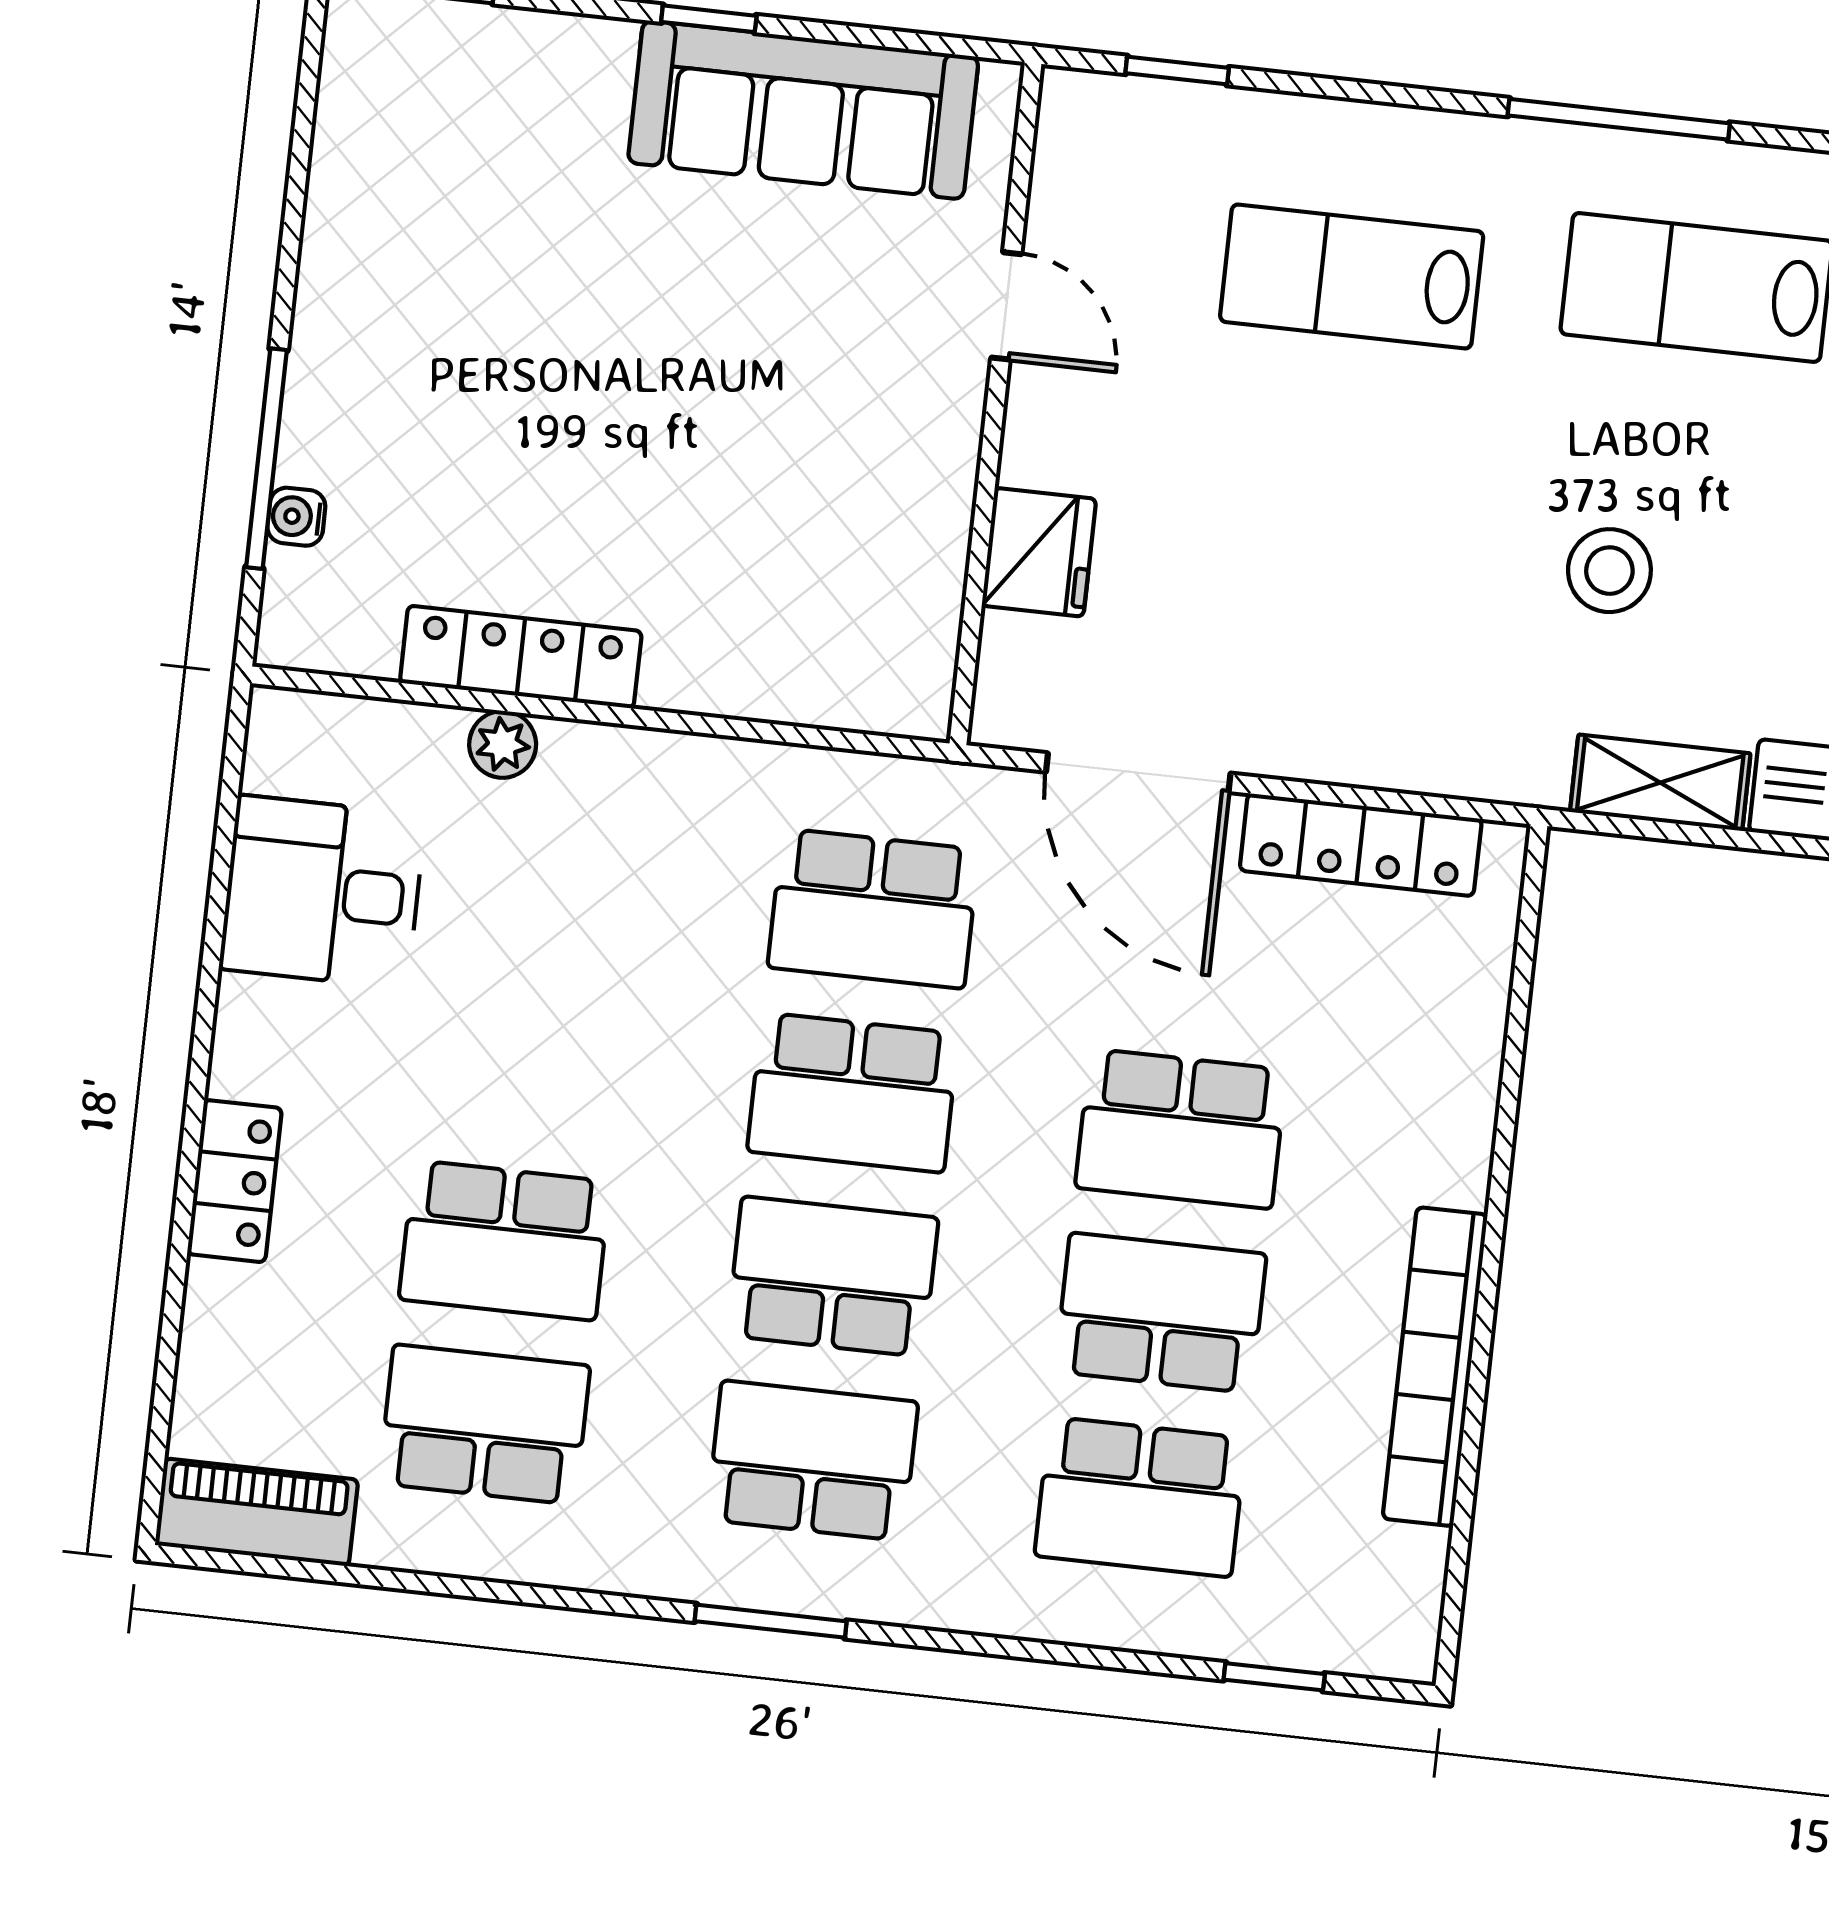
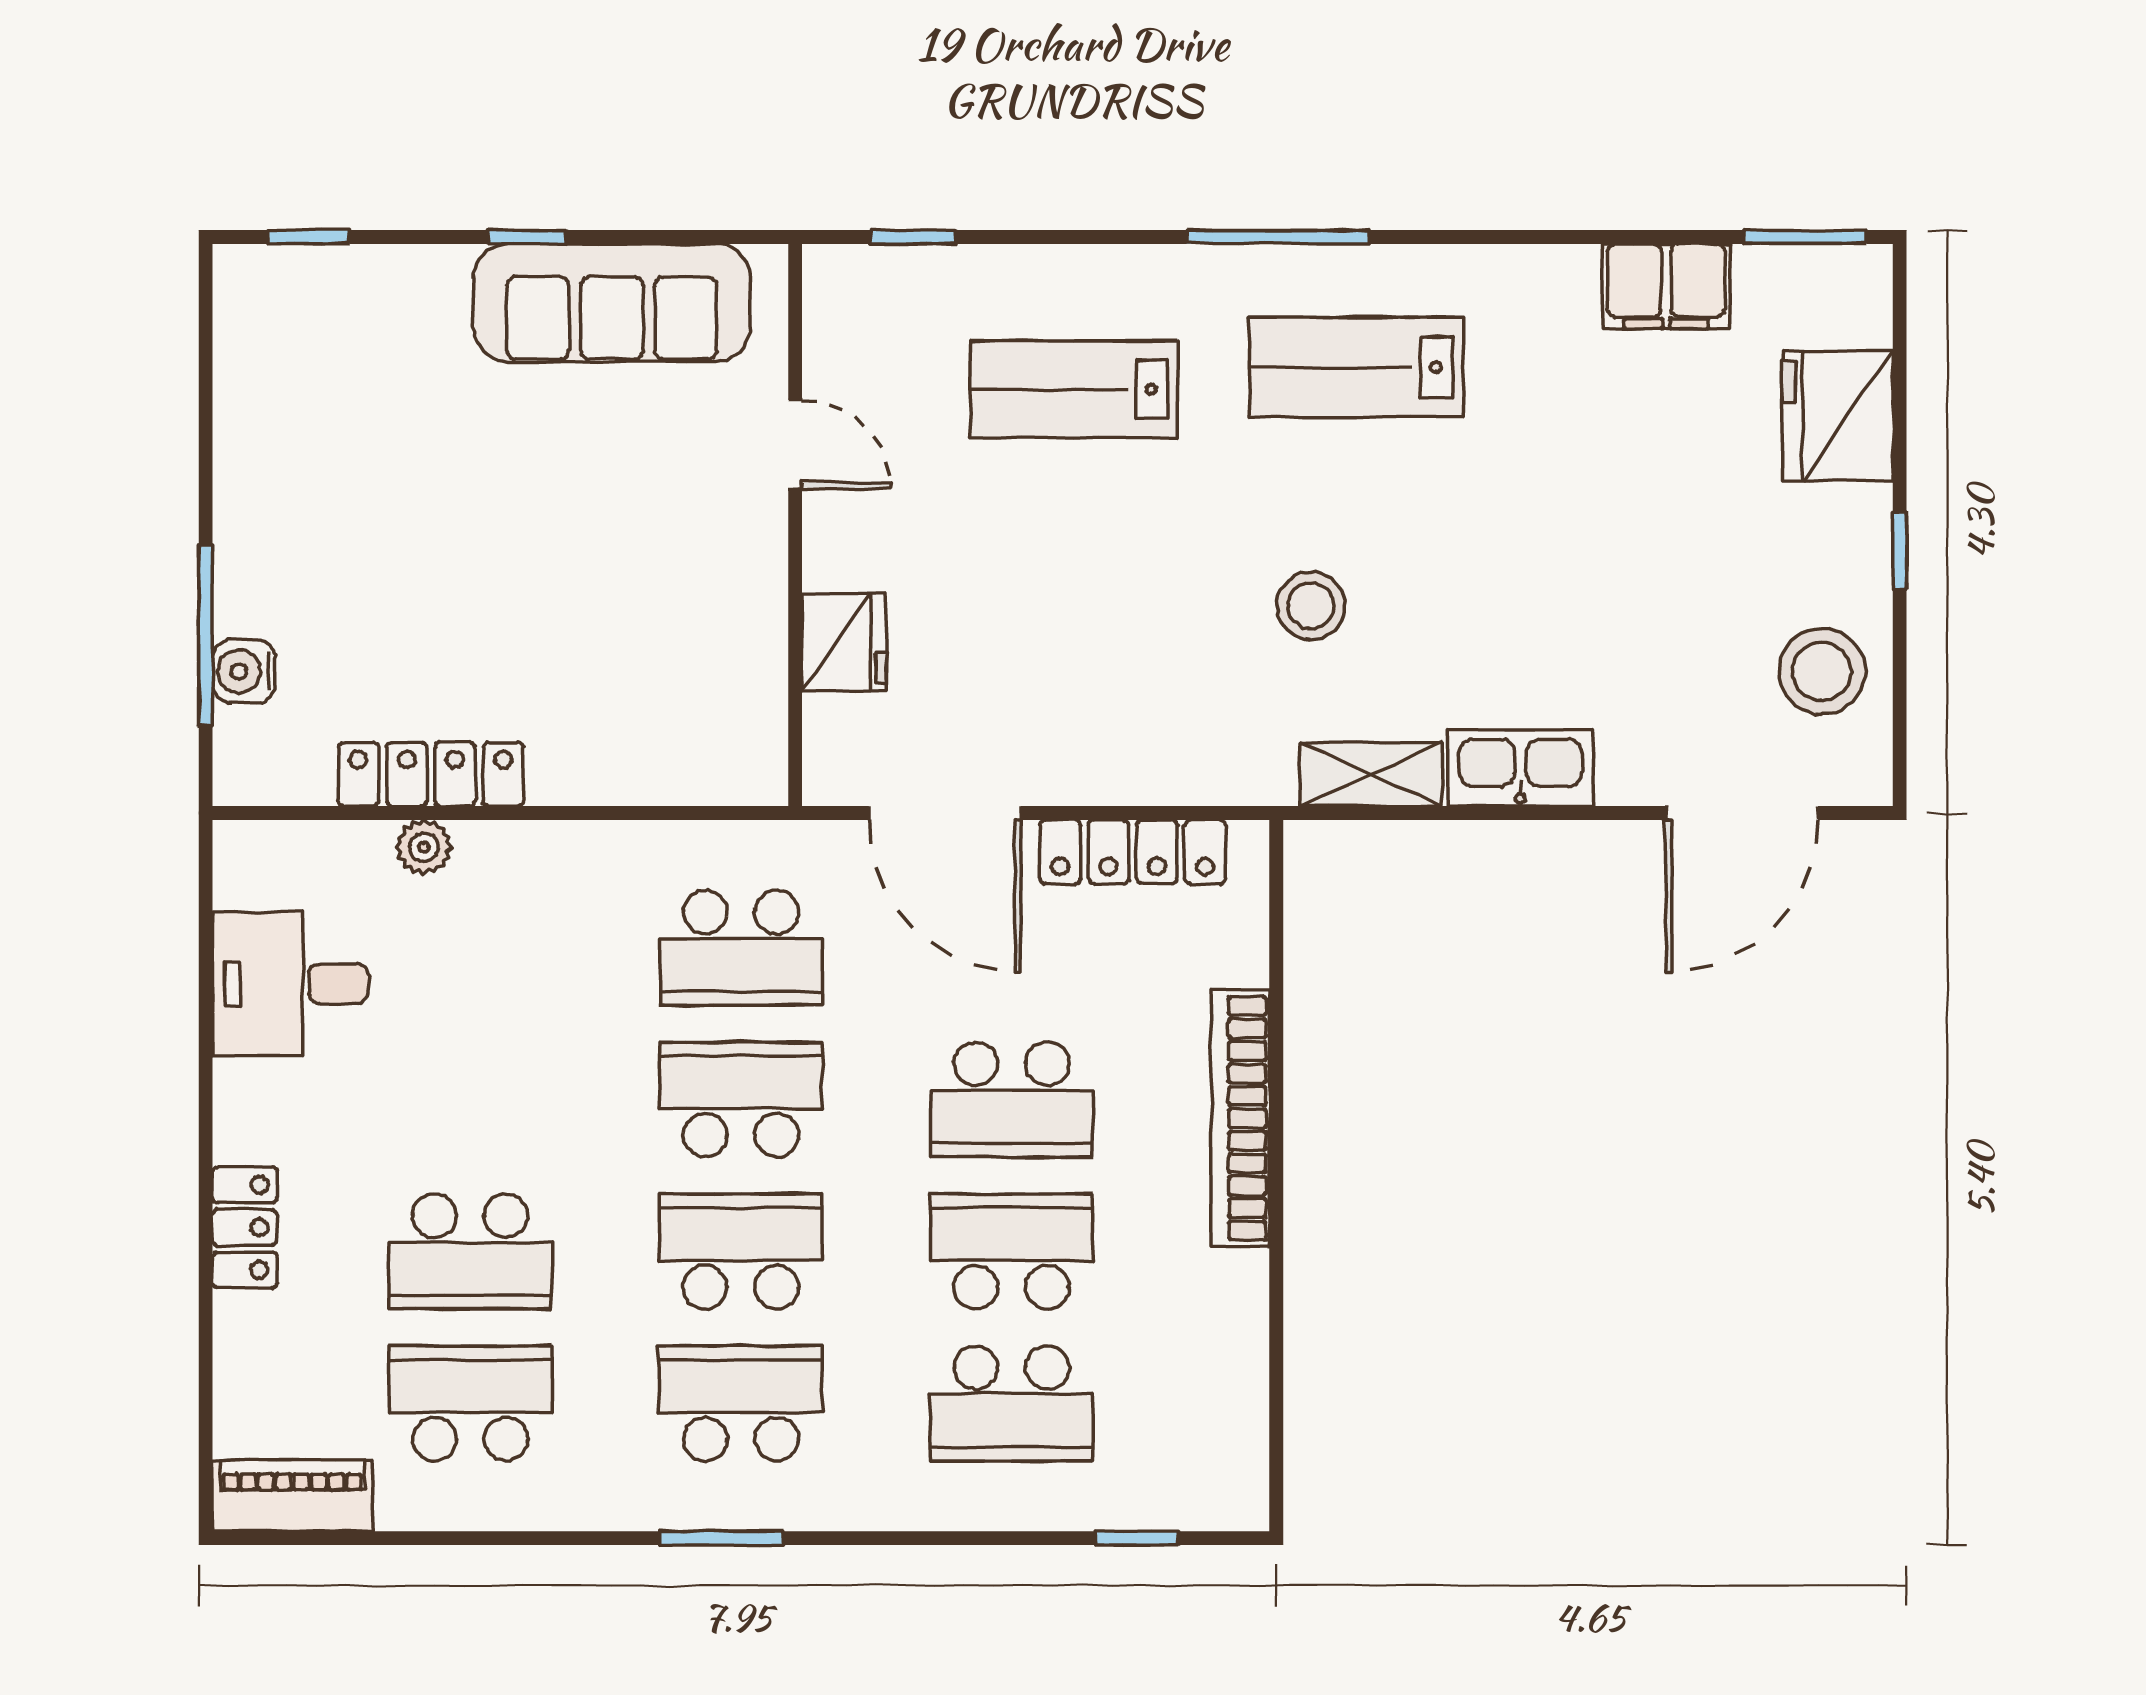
water cooler: (296, 517) -> (244, 671), width x1.38, depth x1.38
school desk: (853, 1093) -> (741, 1100), turned 180
bookcase: (1435, 1367) -> (1240, 1118), moved

